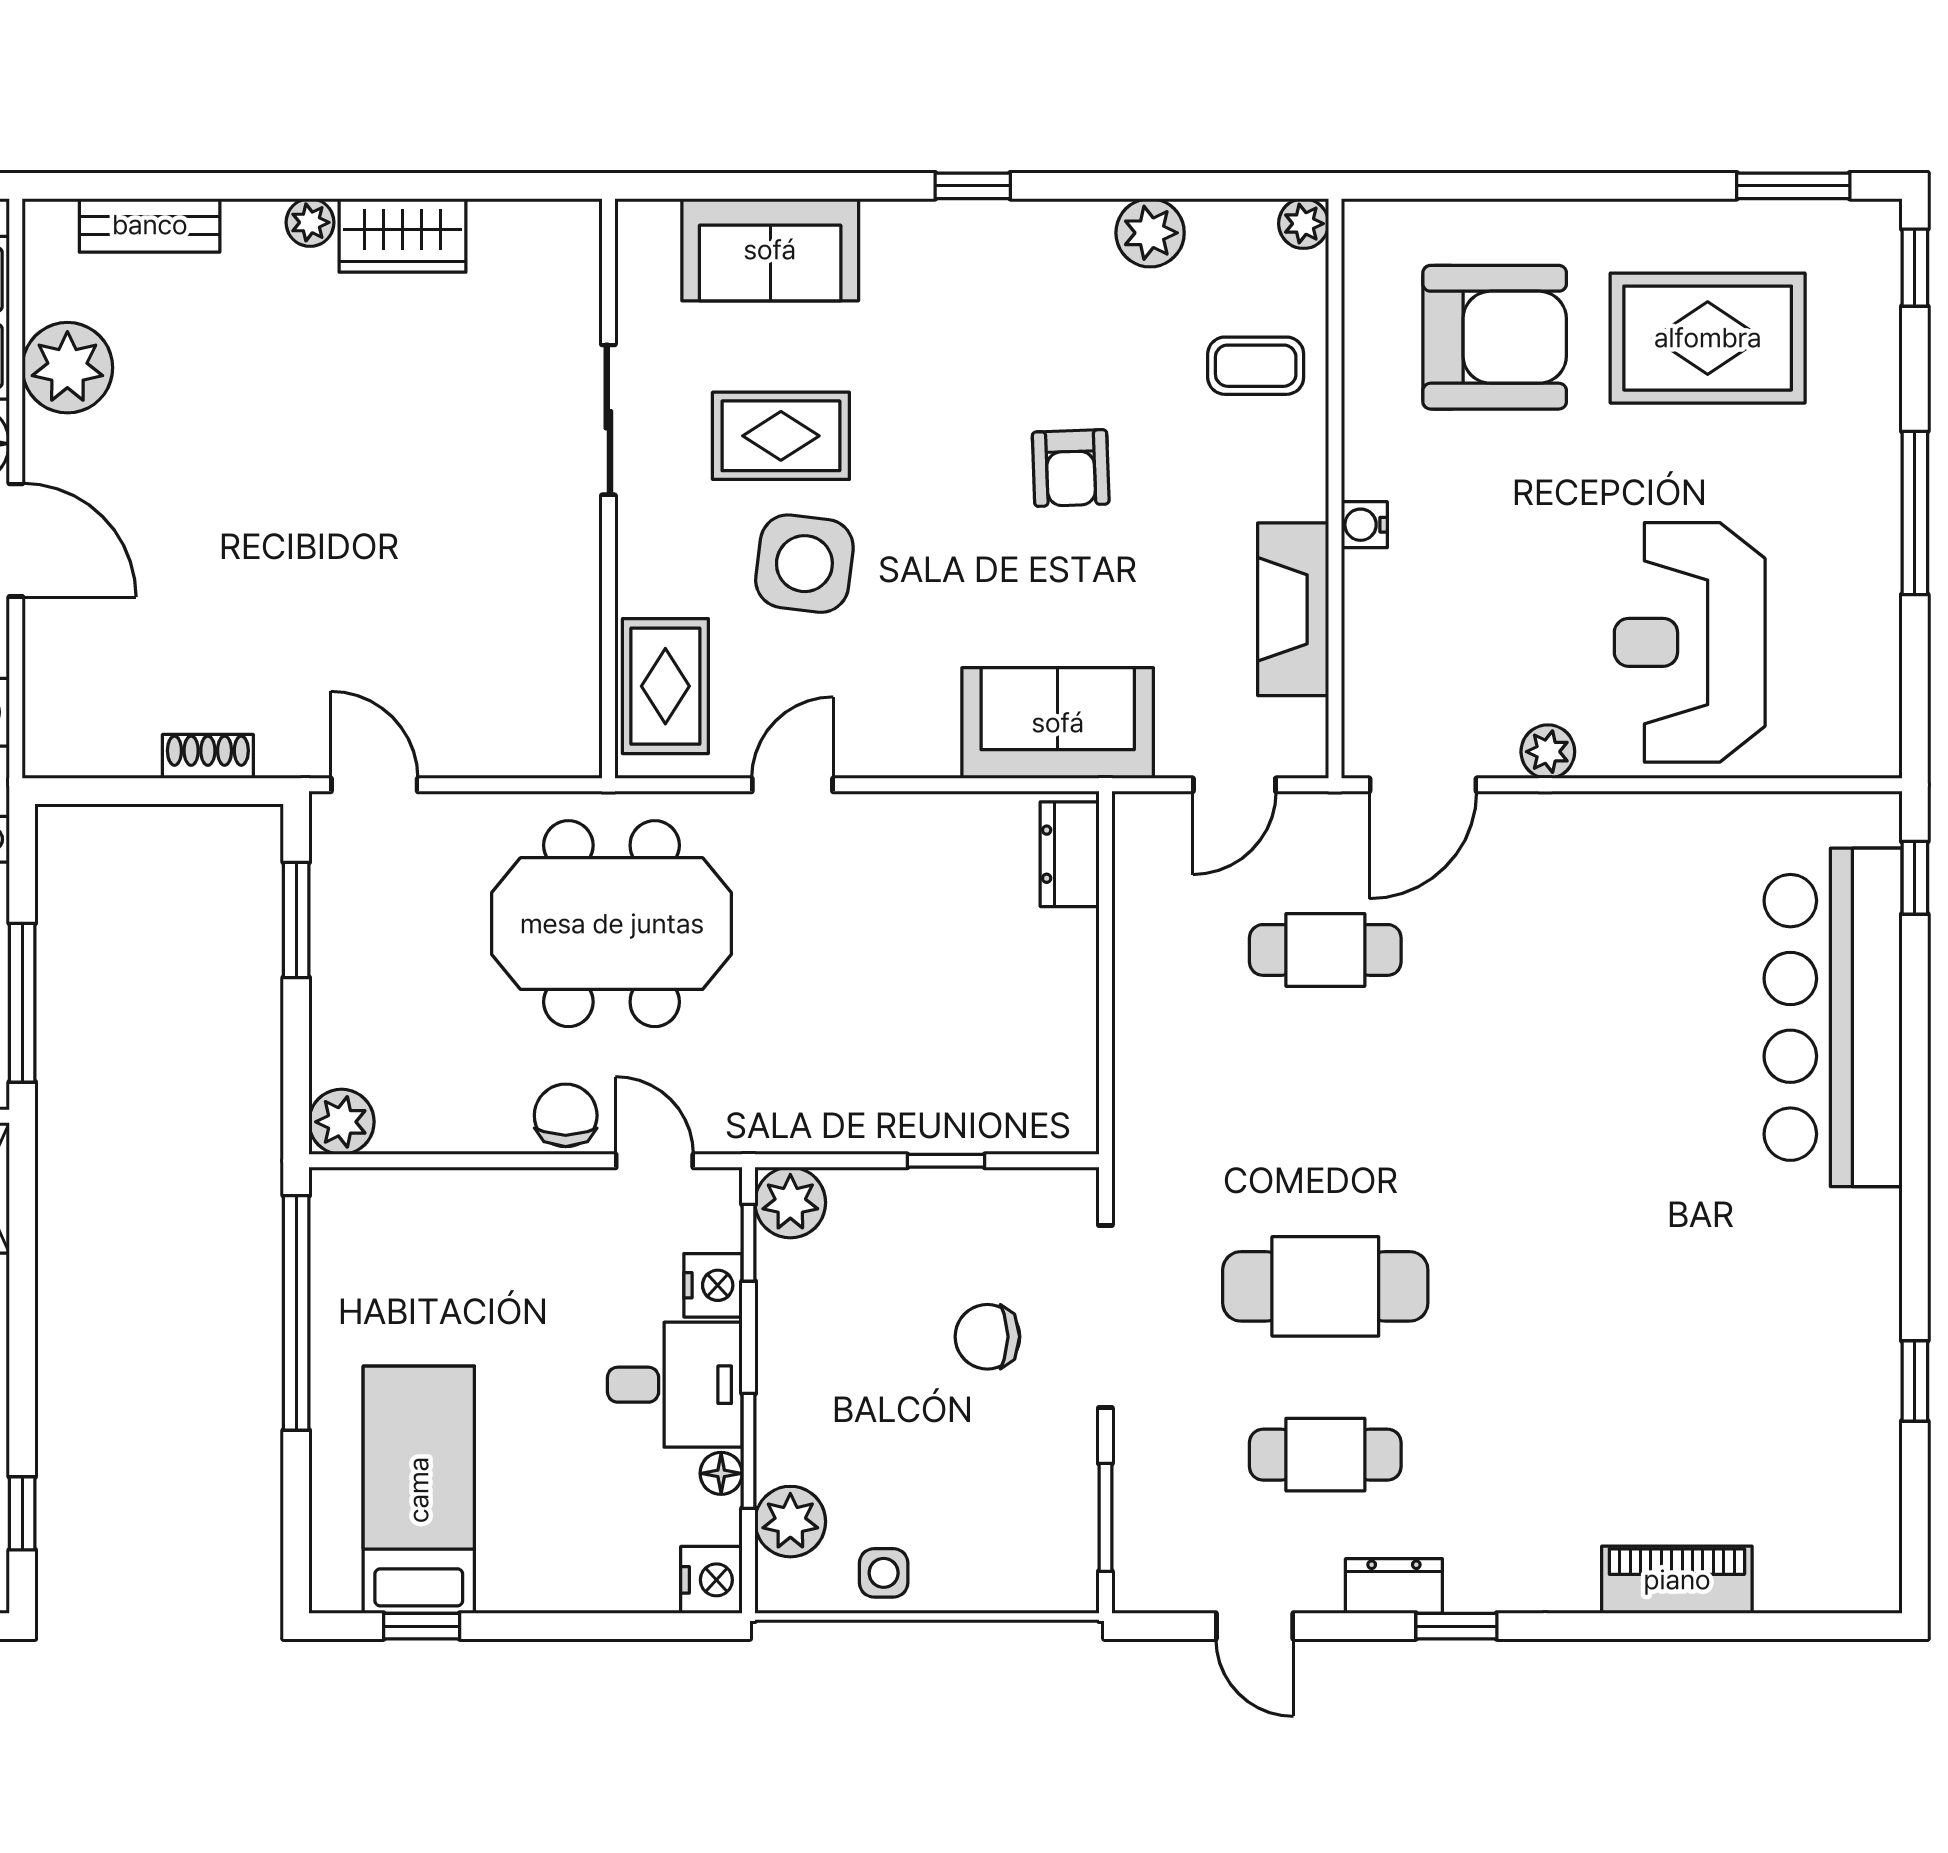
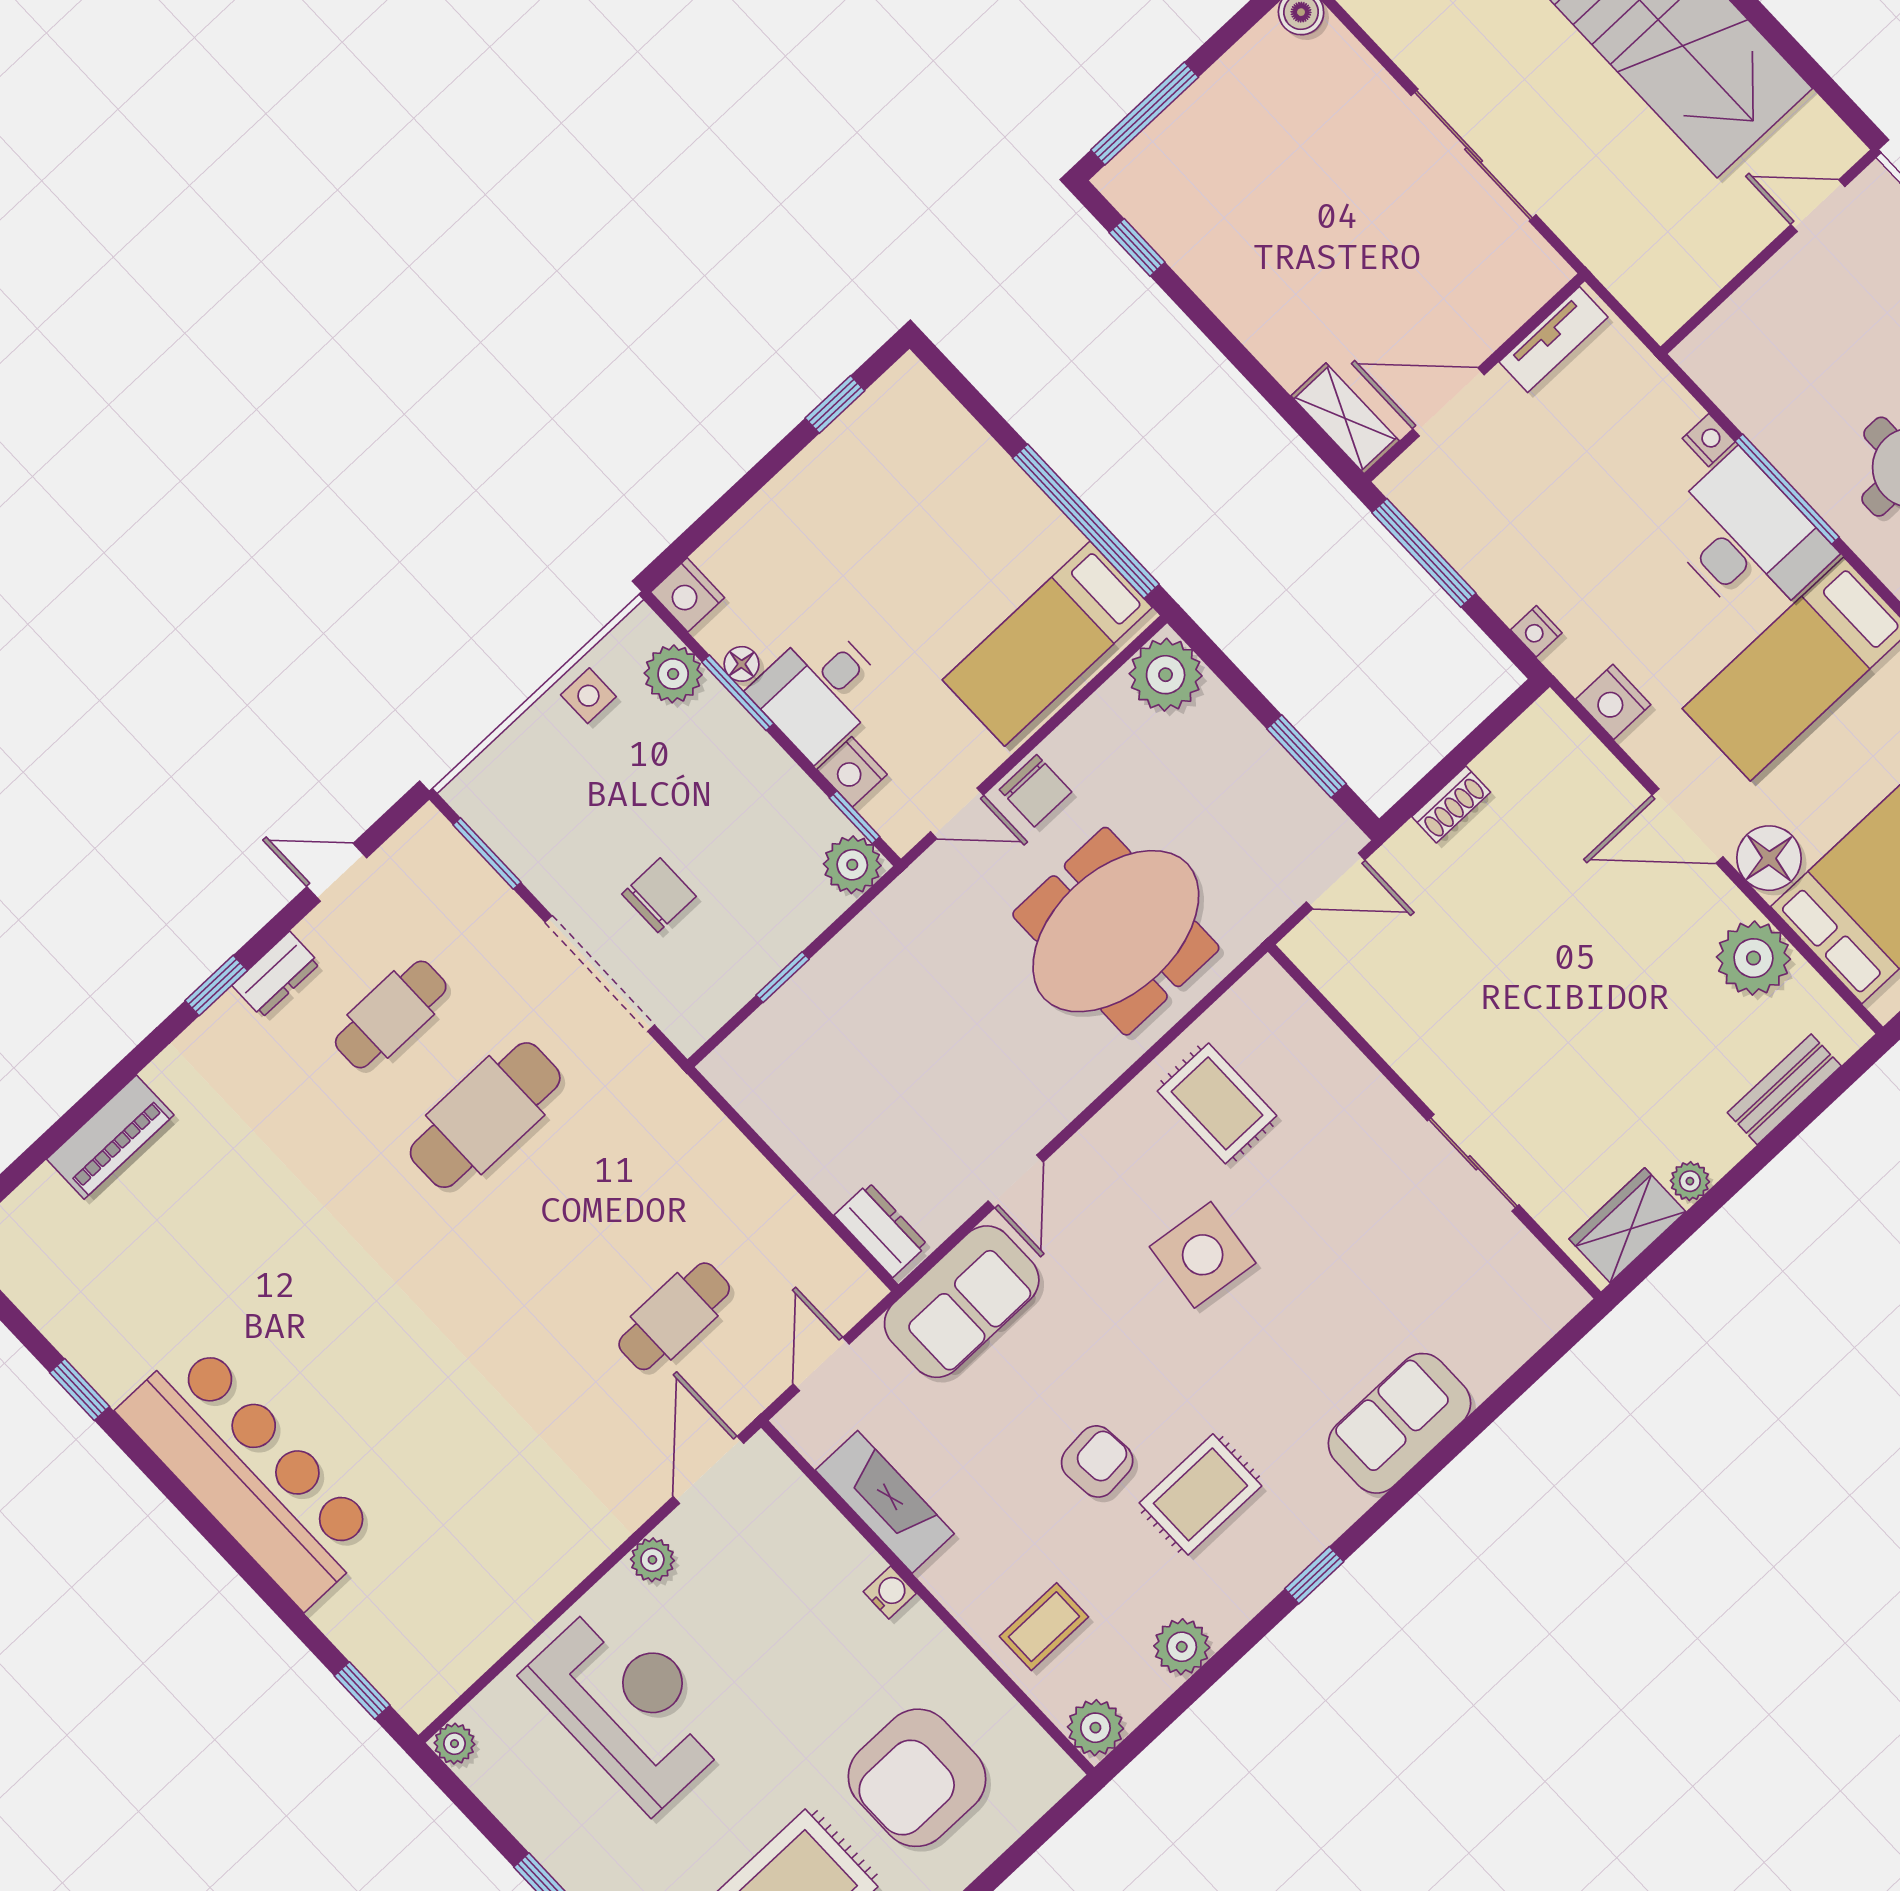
plant: (1304, 224) -> (1095, 1728), width x1.38, depth x1.38
sliding door: (608, 420) -> (1473, 1163), moved
rug: (781, 436) -> (1200, 1494), moved
armchair: (1071, 468) -> (1097, 1461), turned 87
wall: (608, 489) -> (1434, 1122), moved
plant: (1877, 754) -> (454, 1744), added
door: (792, 785) -> (1016, 1181), moved
bar counter: (1833, 1017) -> (250, 1473), moved
plant: (342, 1122) -> (1166, 675), width x1.36, depth x1.36
bed: (419, 1490) -> (1047, 644), moved, turned 90

